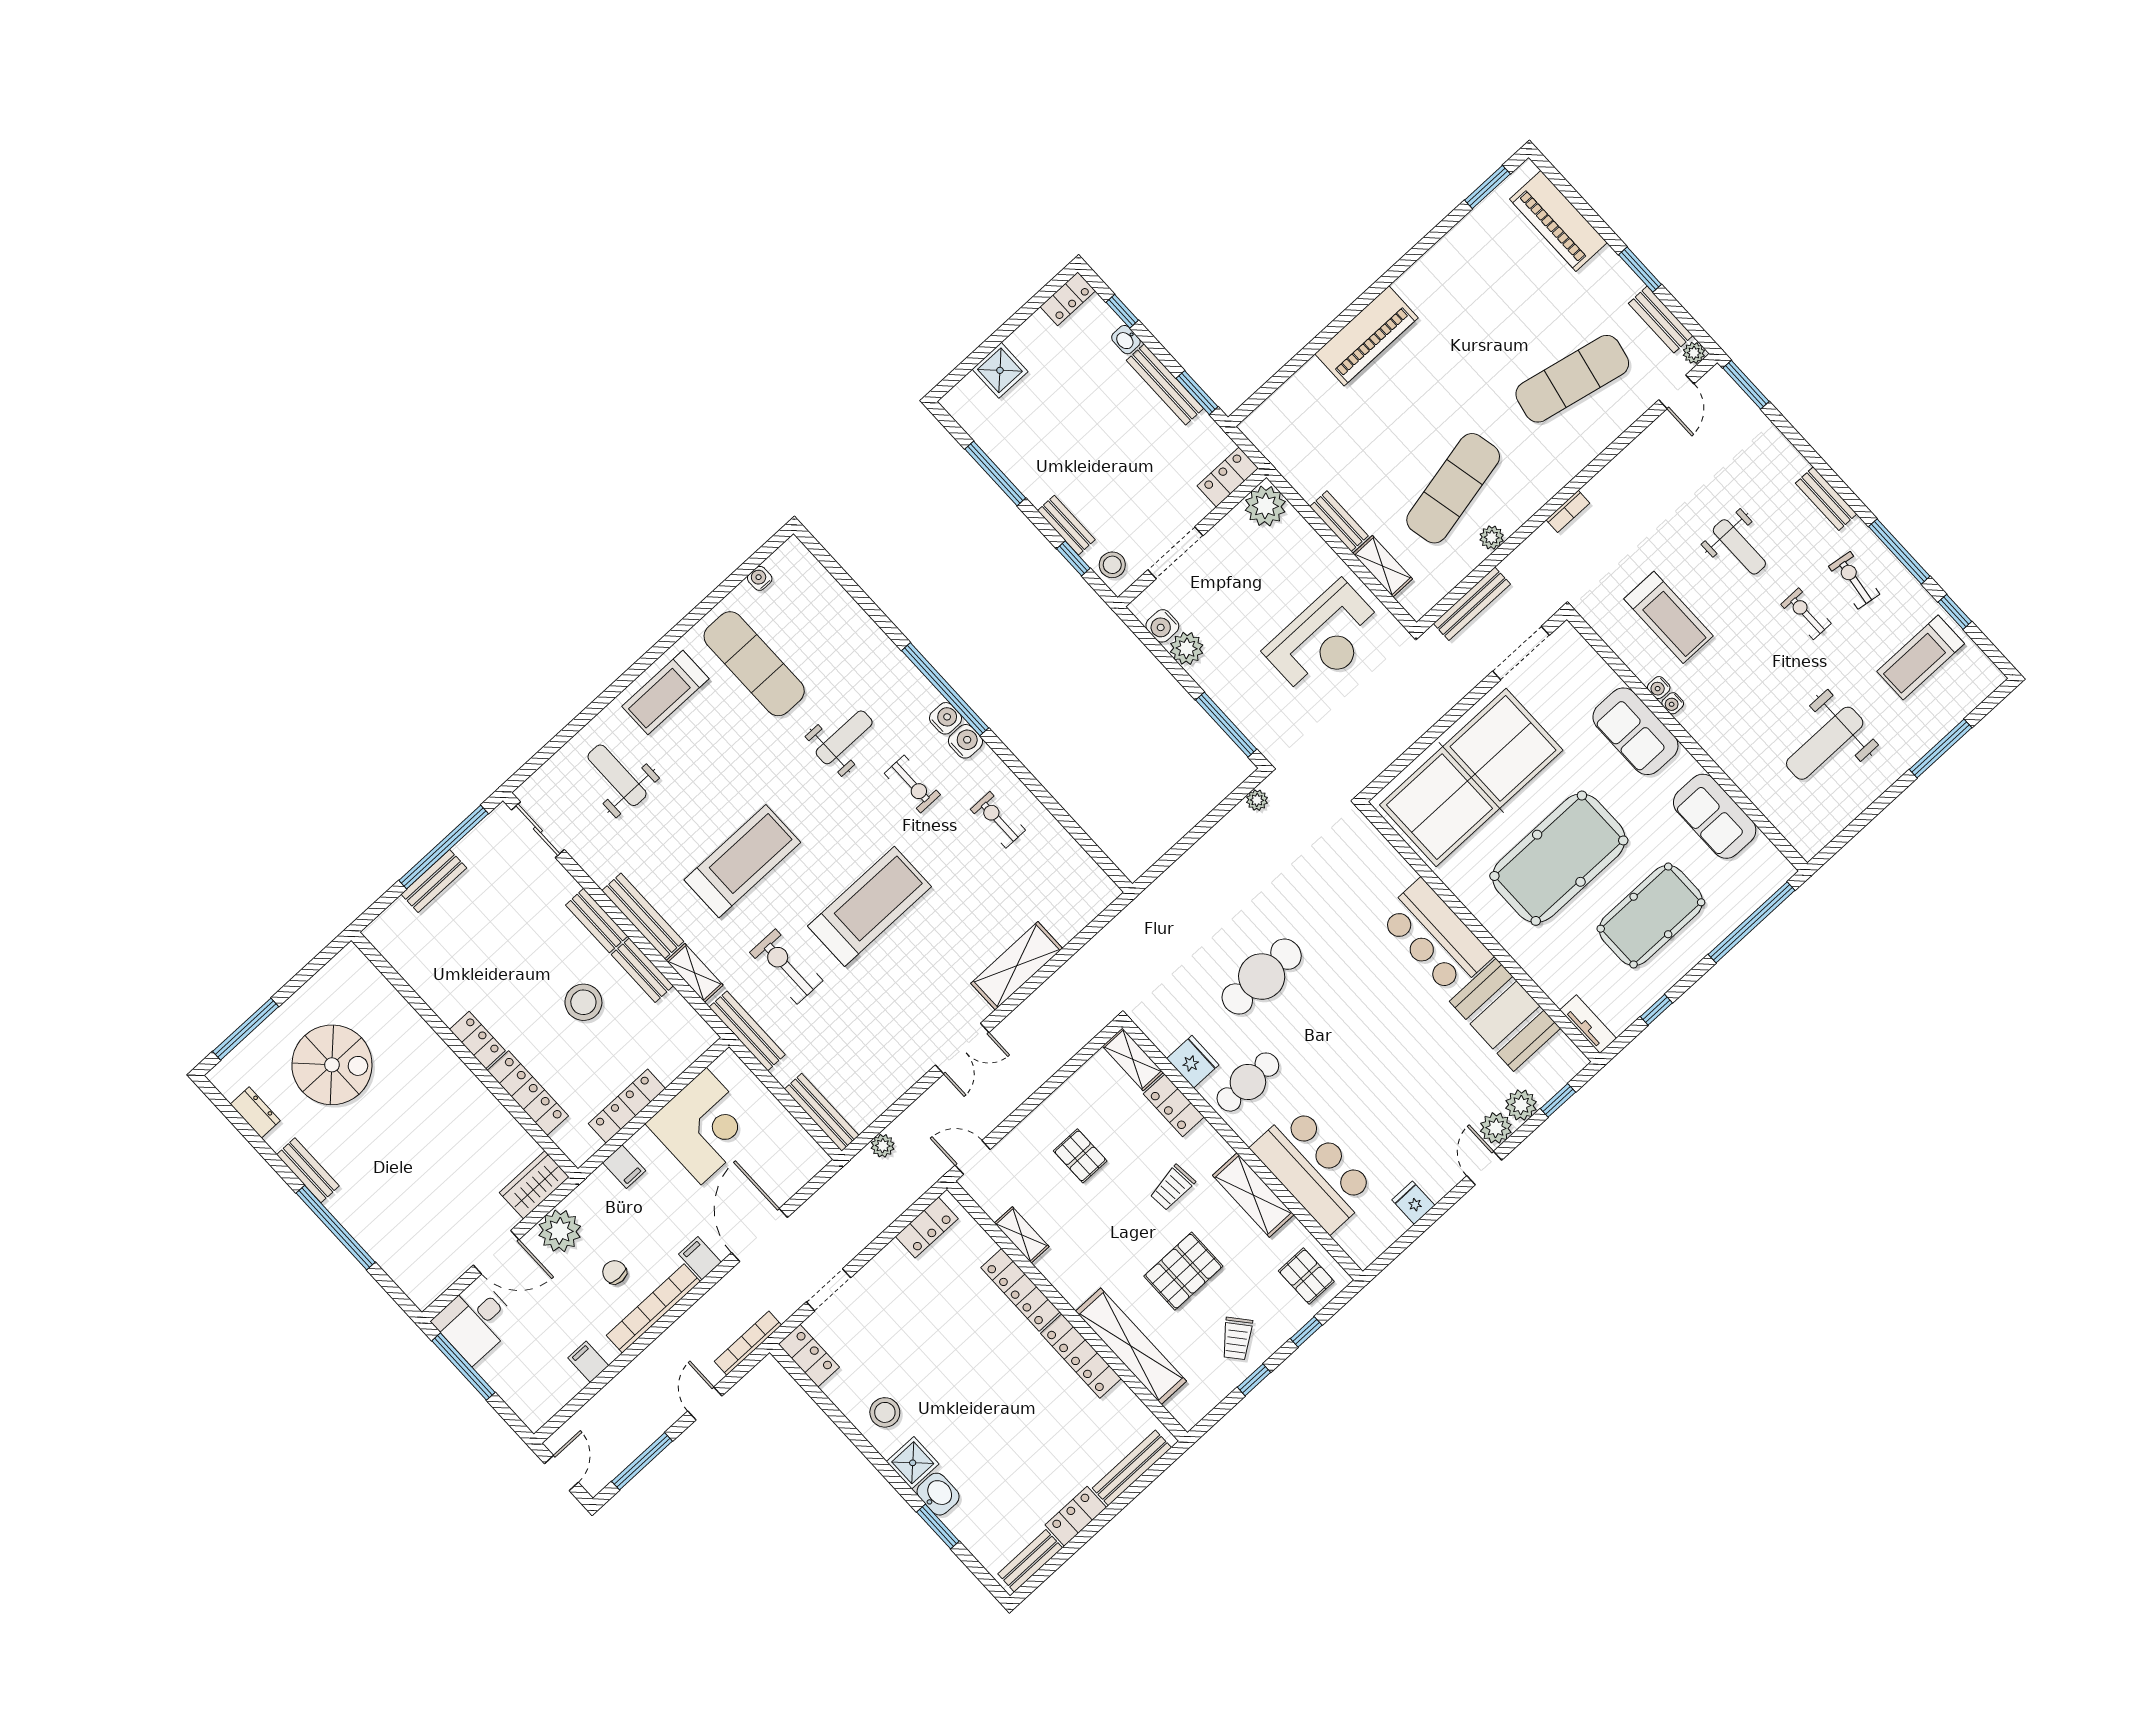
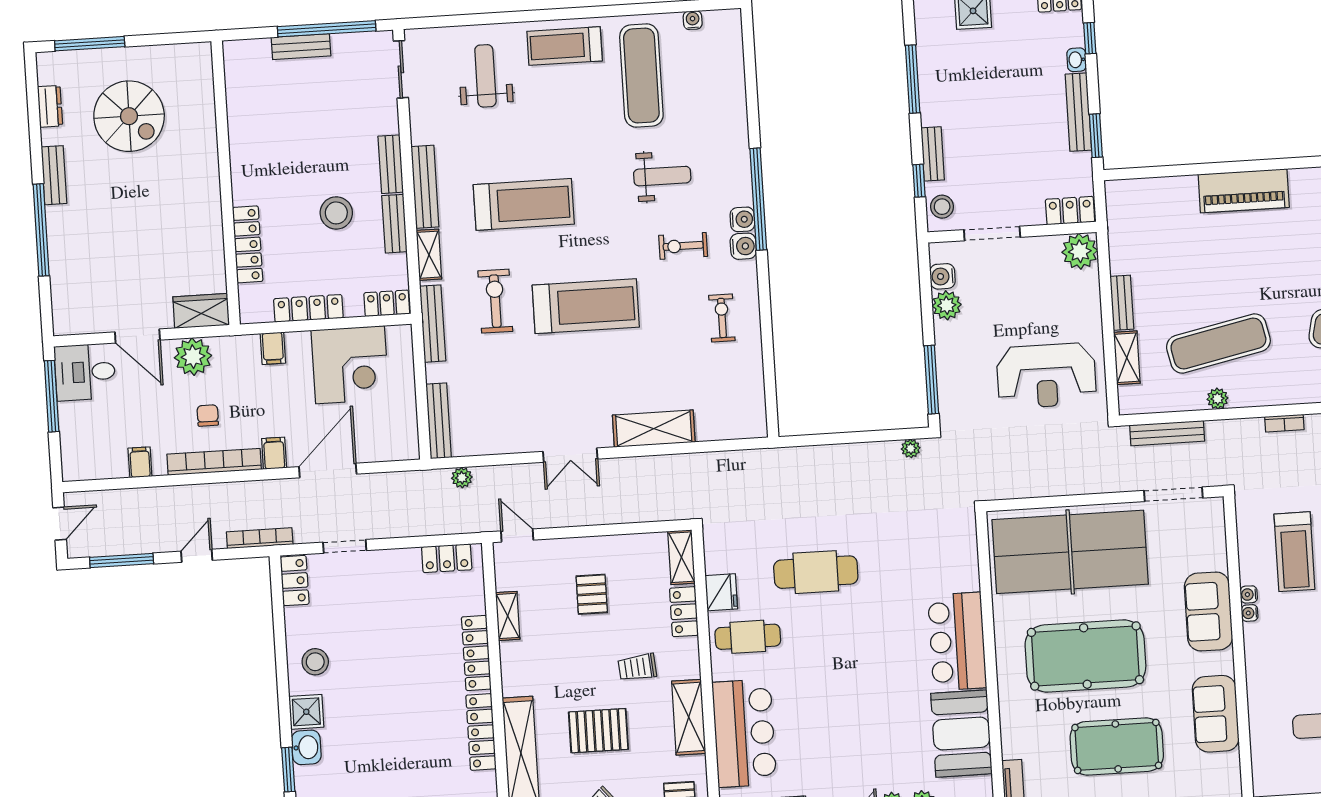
exercise bike: (912, 784) -> (683, 246), turned 90
locker: (477, 1040) -> (387, 303), moved, turned -90

